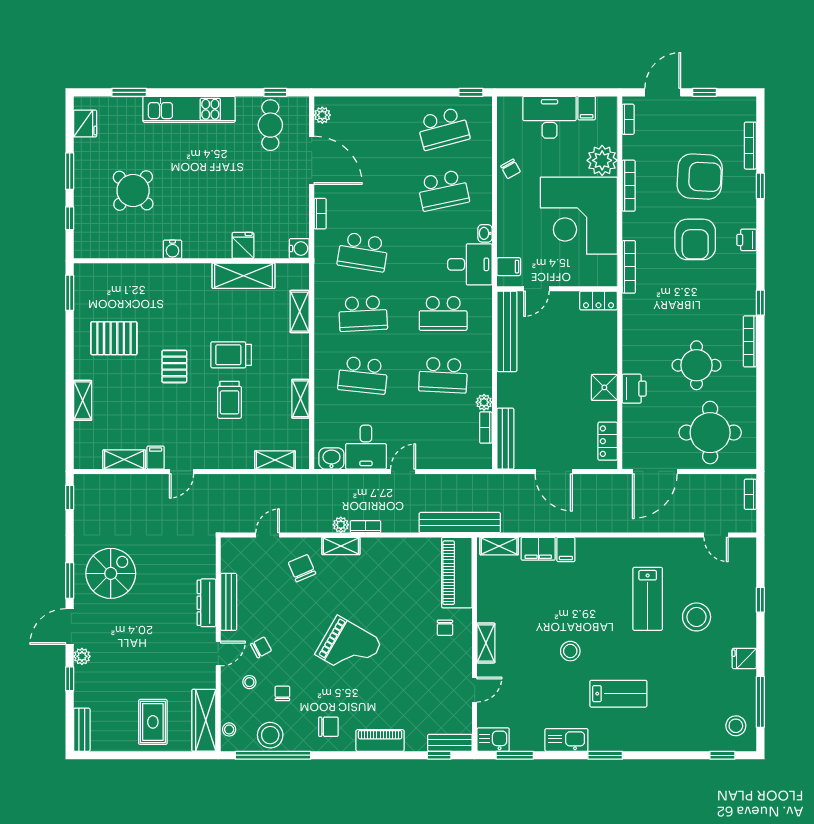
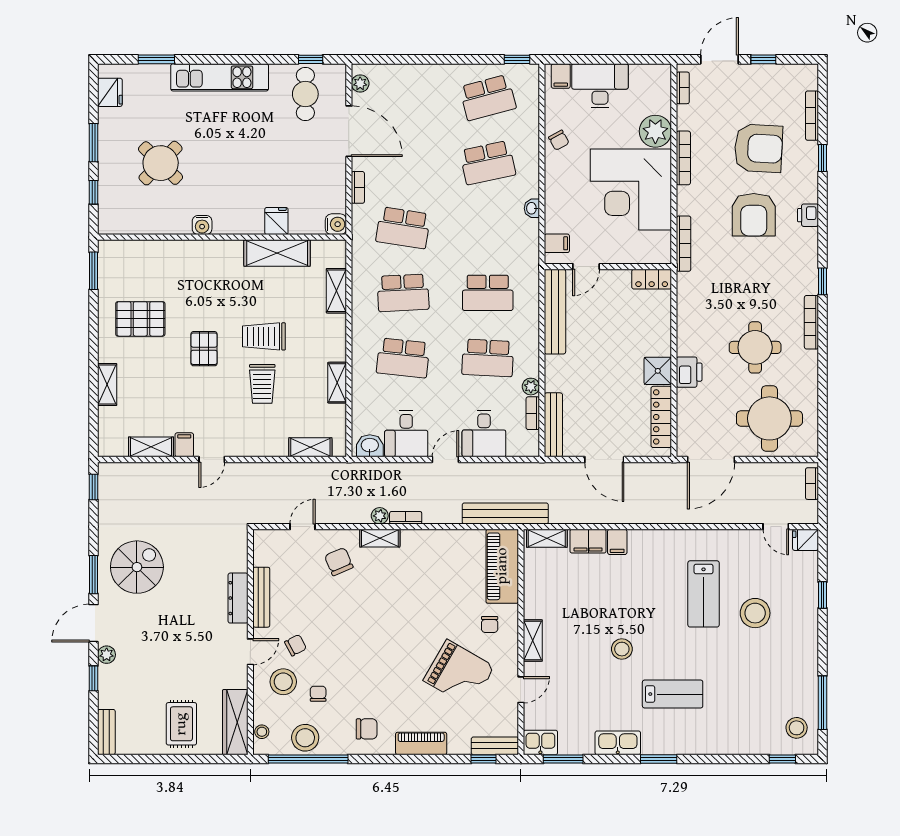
filing cabinet: (587, 108) -> (561, 76), moved
desk: (470, 264) -> (484, 434), moved, turned 90
locker: (608, 441) -> (661, 417), width x1.53
grand piano: (349, 648) -> (459, 674), moved
fridge: (744, 658) -> (805, 540), moved
stool: (249, 682) -> (283, 682), width x1.89, depth x1.89

